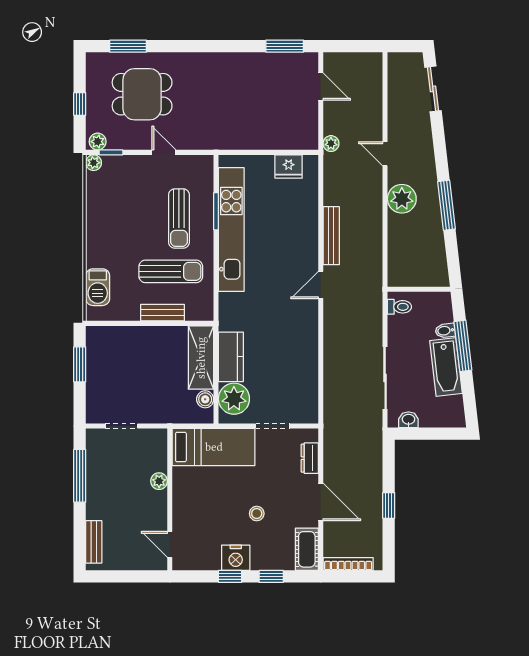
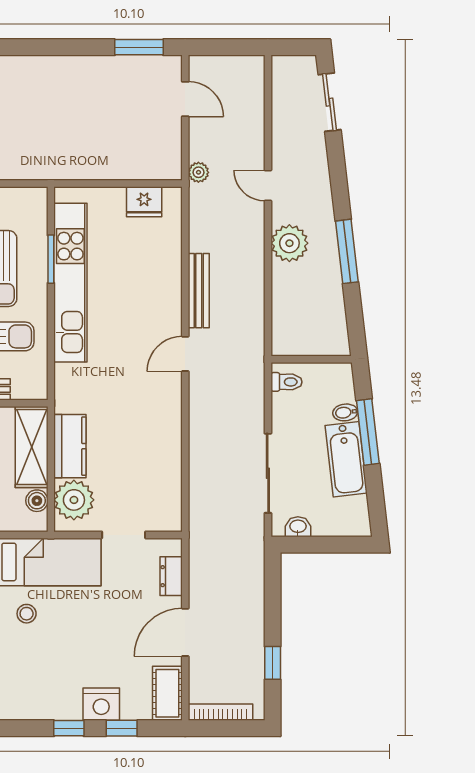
door: (321, 502) -> (185, 632), swing flipped
window: (389, 505) -> (273, 663), moved
stool: (257, 514) -> (27, 614), moved
nightstand: (236, 558) -> (101, 704), moved

